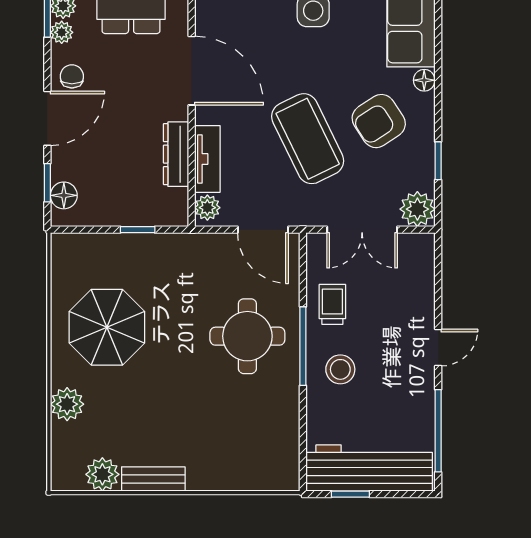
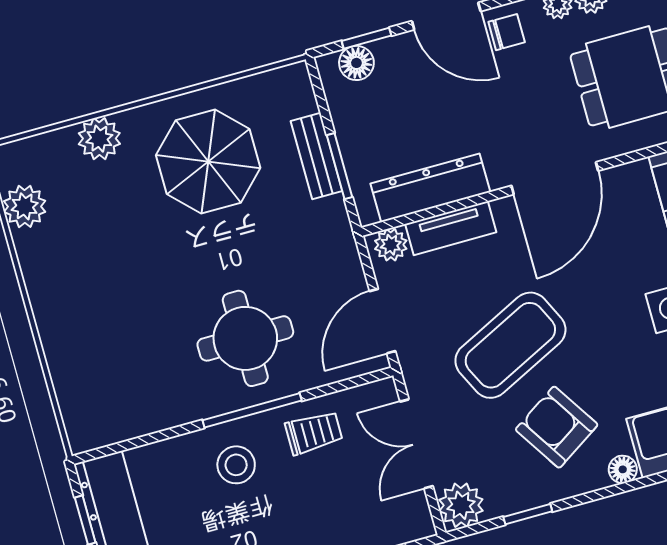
dresser: (176, 154) -> (430, 188), width x1.37, depth x1.24
window: (138, 230) -> (340, 166), width x1.50
bench: (153, 479) -> (317, 156), moved

